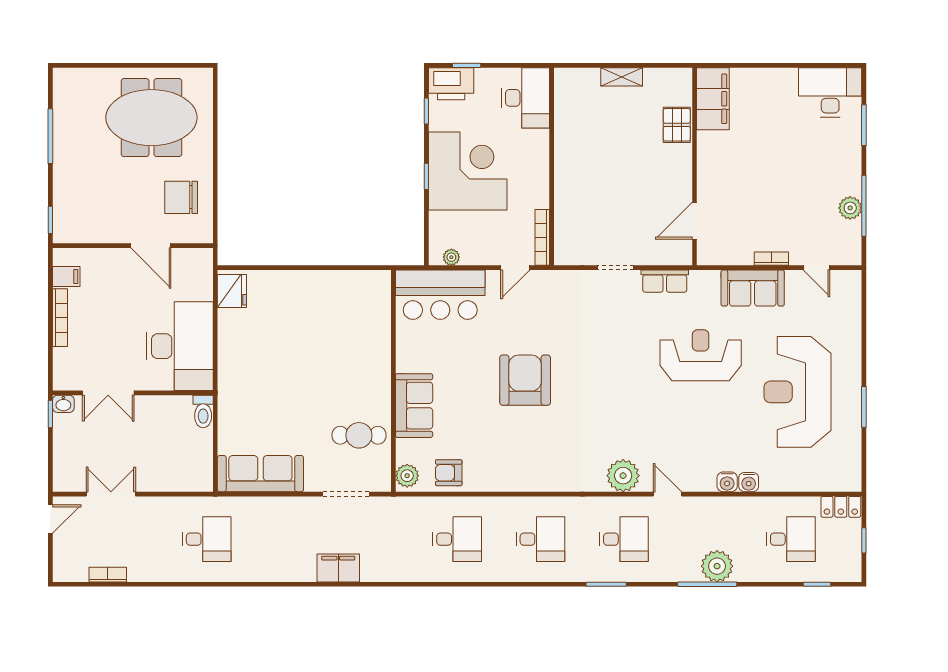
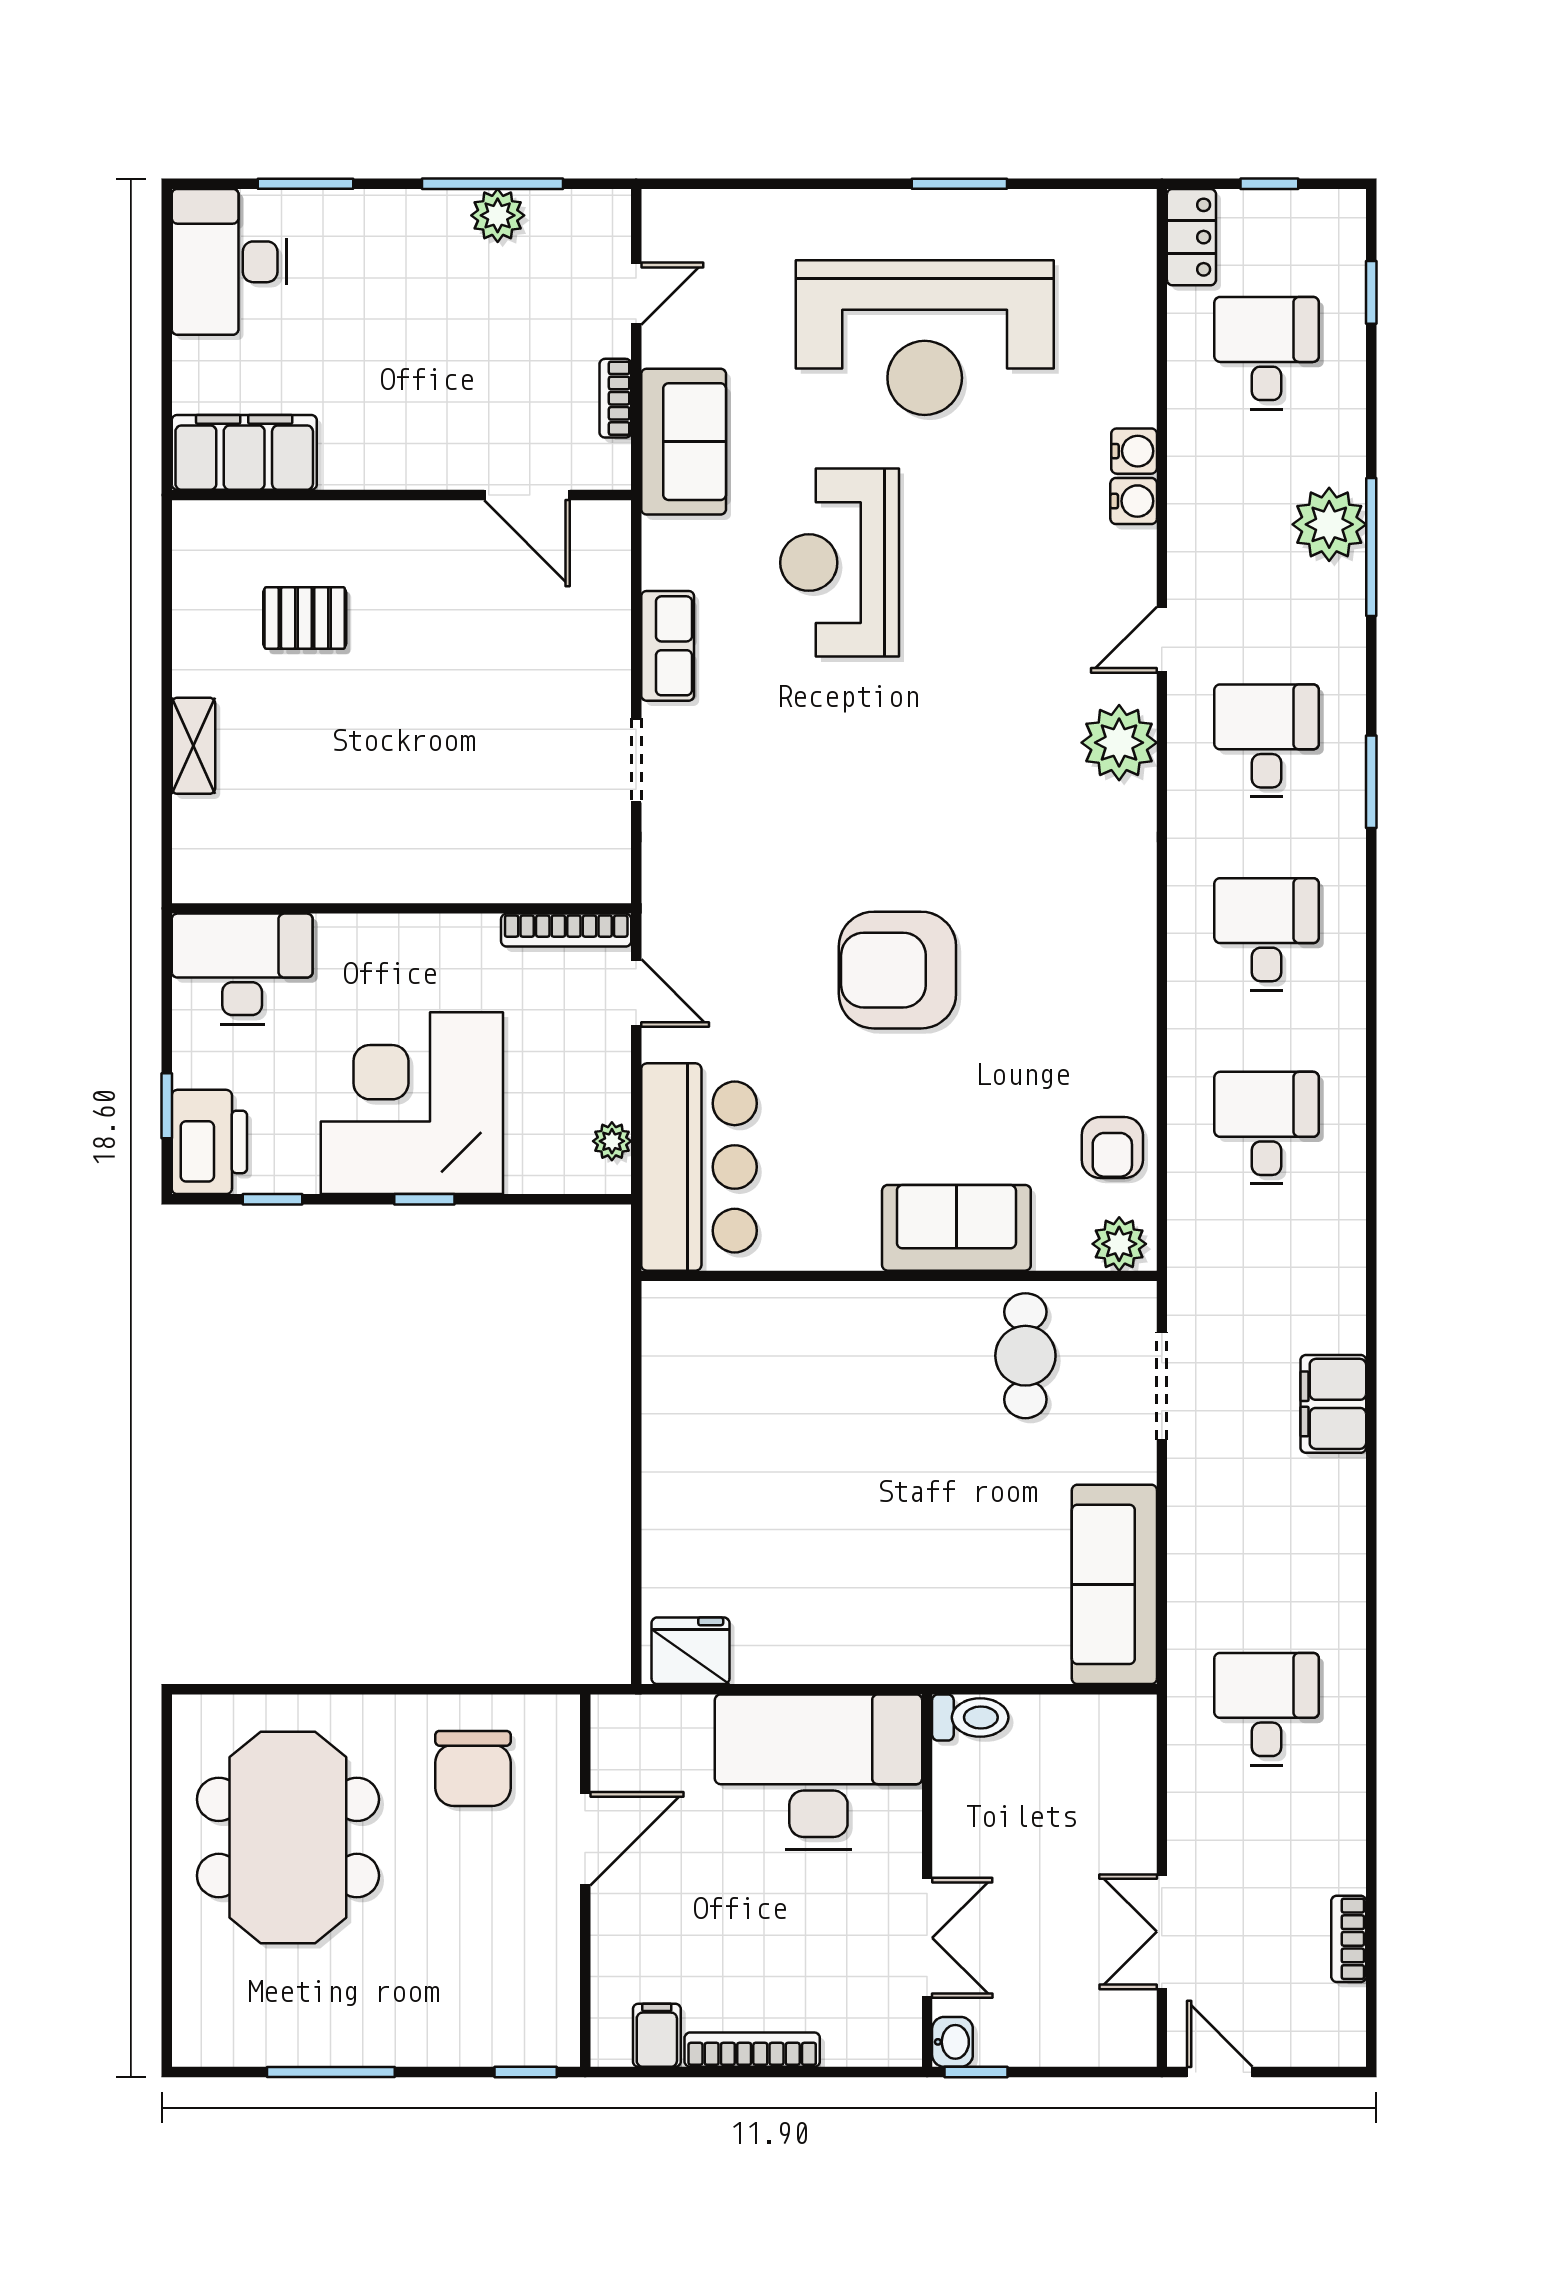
filing cabinet: (713, 99) -> (244, 452), moved
wall: (695, 166) -> (401, 495), moved
door: (695, 221) -> (527, 495), moved

